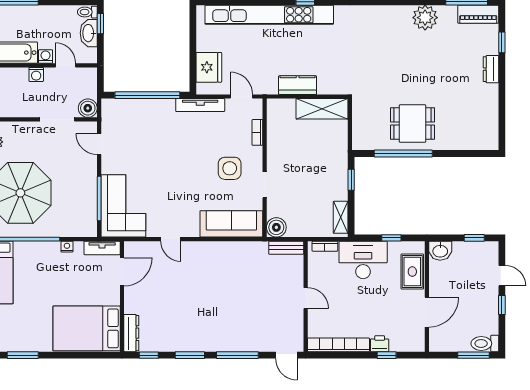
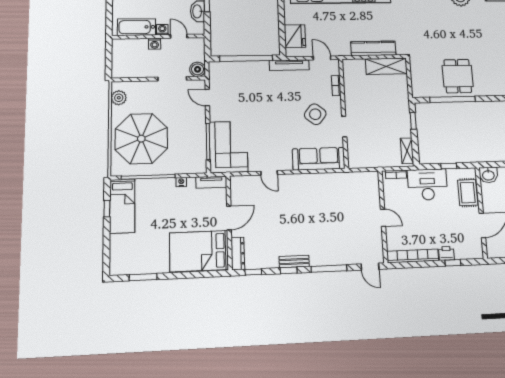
kitchen counter: (298, 85) -> (373, 48), width x1.50
dining table: (412, 124) -> (458, 76), turned 90
side table: (230, 168) -> (315, 114), turned 38
boiler: (276, 227) -> (356, 160), removed
bench: (286, 248) -> (294, 262), moved
door: (122, 272) -> (229, 218), moved
window: (190, 355) -> (289, 270), width x0.67

